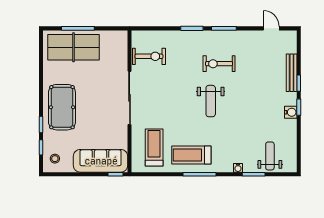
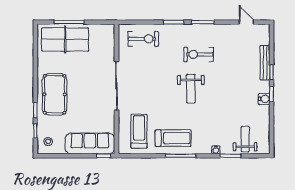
exercise bike: (149, 56) -> (143, 39), moved
treadmill: (191, 155) -> (173, 138), turned 180

